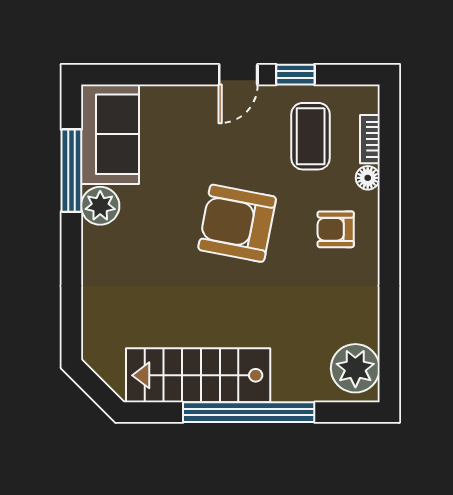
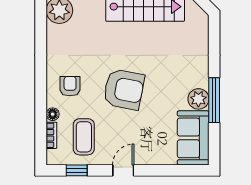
window: (295, 75) -> (77, 170), moved
window: (71, 171) -> (214, 100), moved
armchair: (336, 229) -> (70, 86), turned -90

